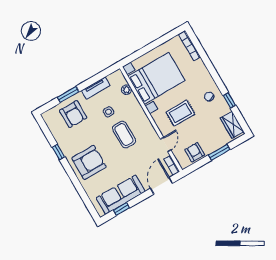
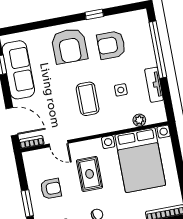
window: (68, 95) -> (158, 50), width x2.11
armchair: (73, 114) -> (111, 45), moved
coffee table: (124, 135) -> (88, 99), turned 90
armchair: (195, 152) -> (51, 189), moved

